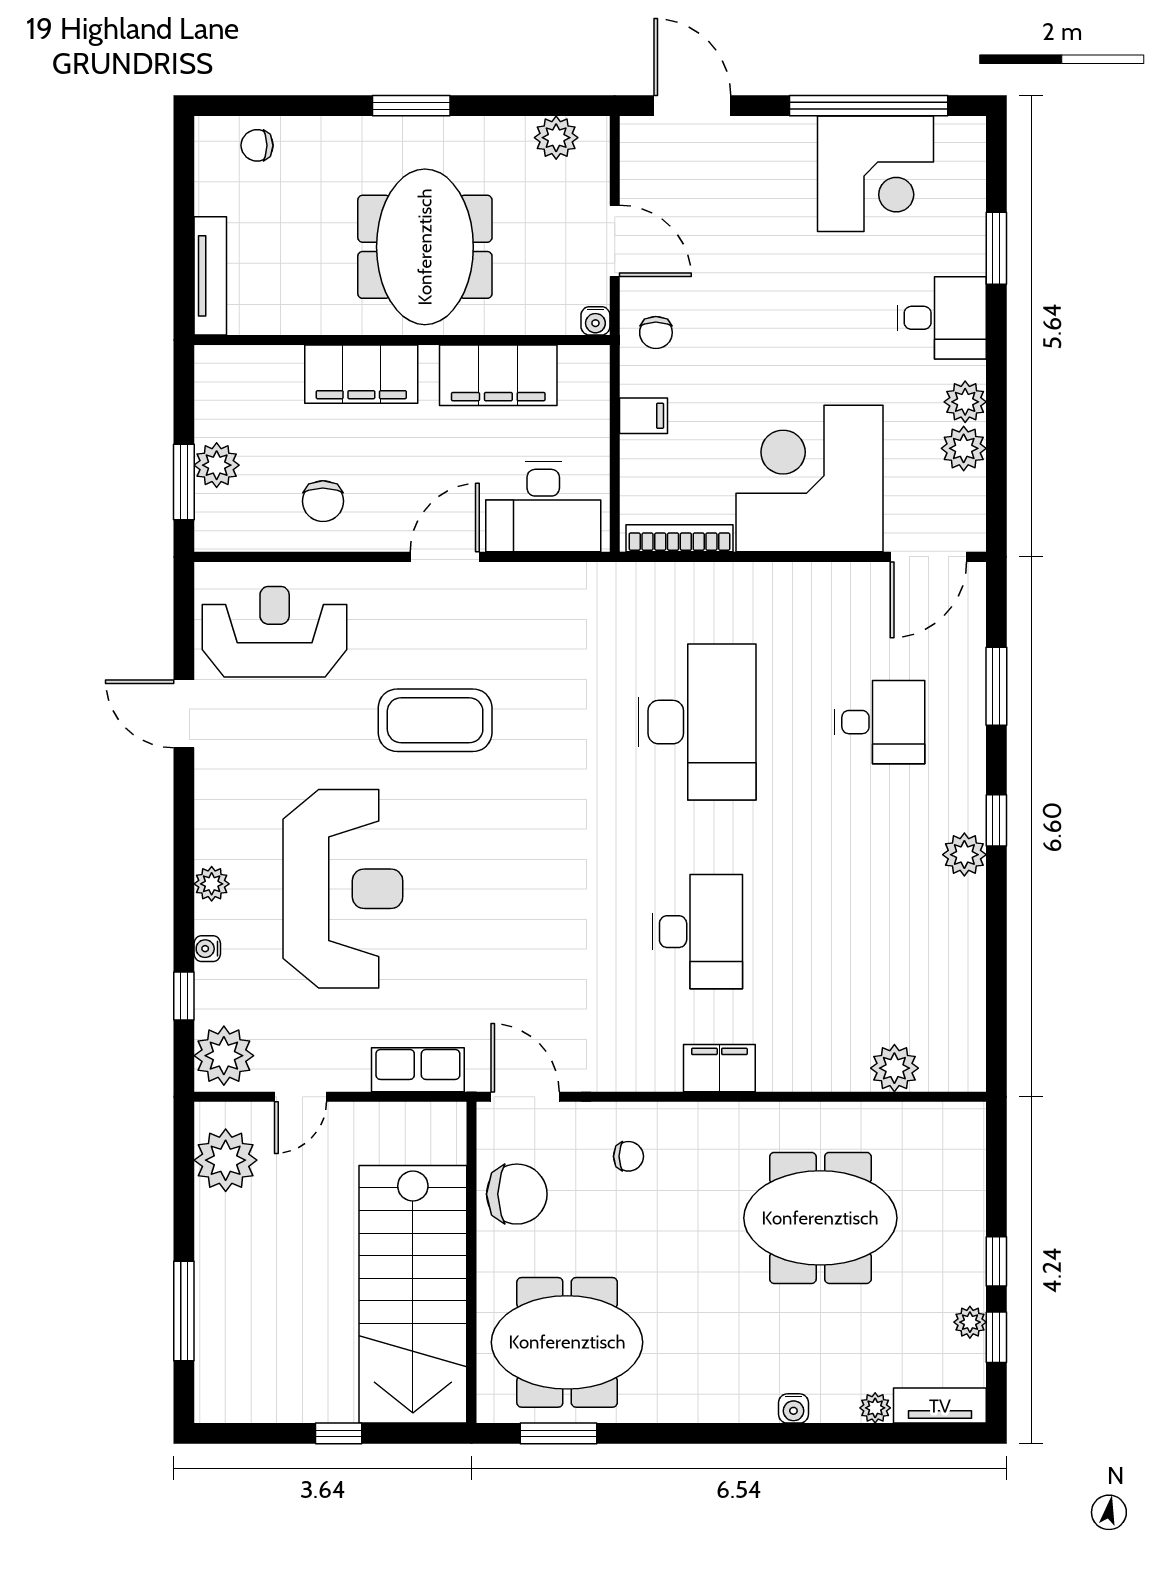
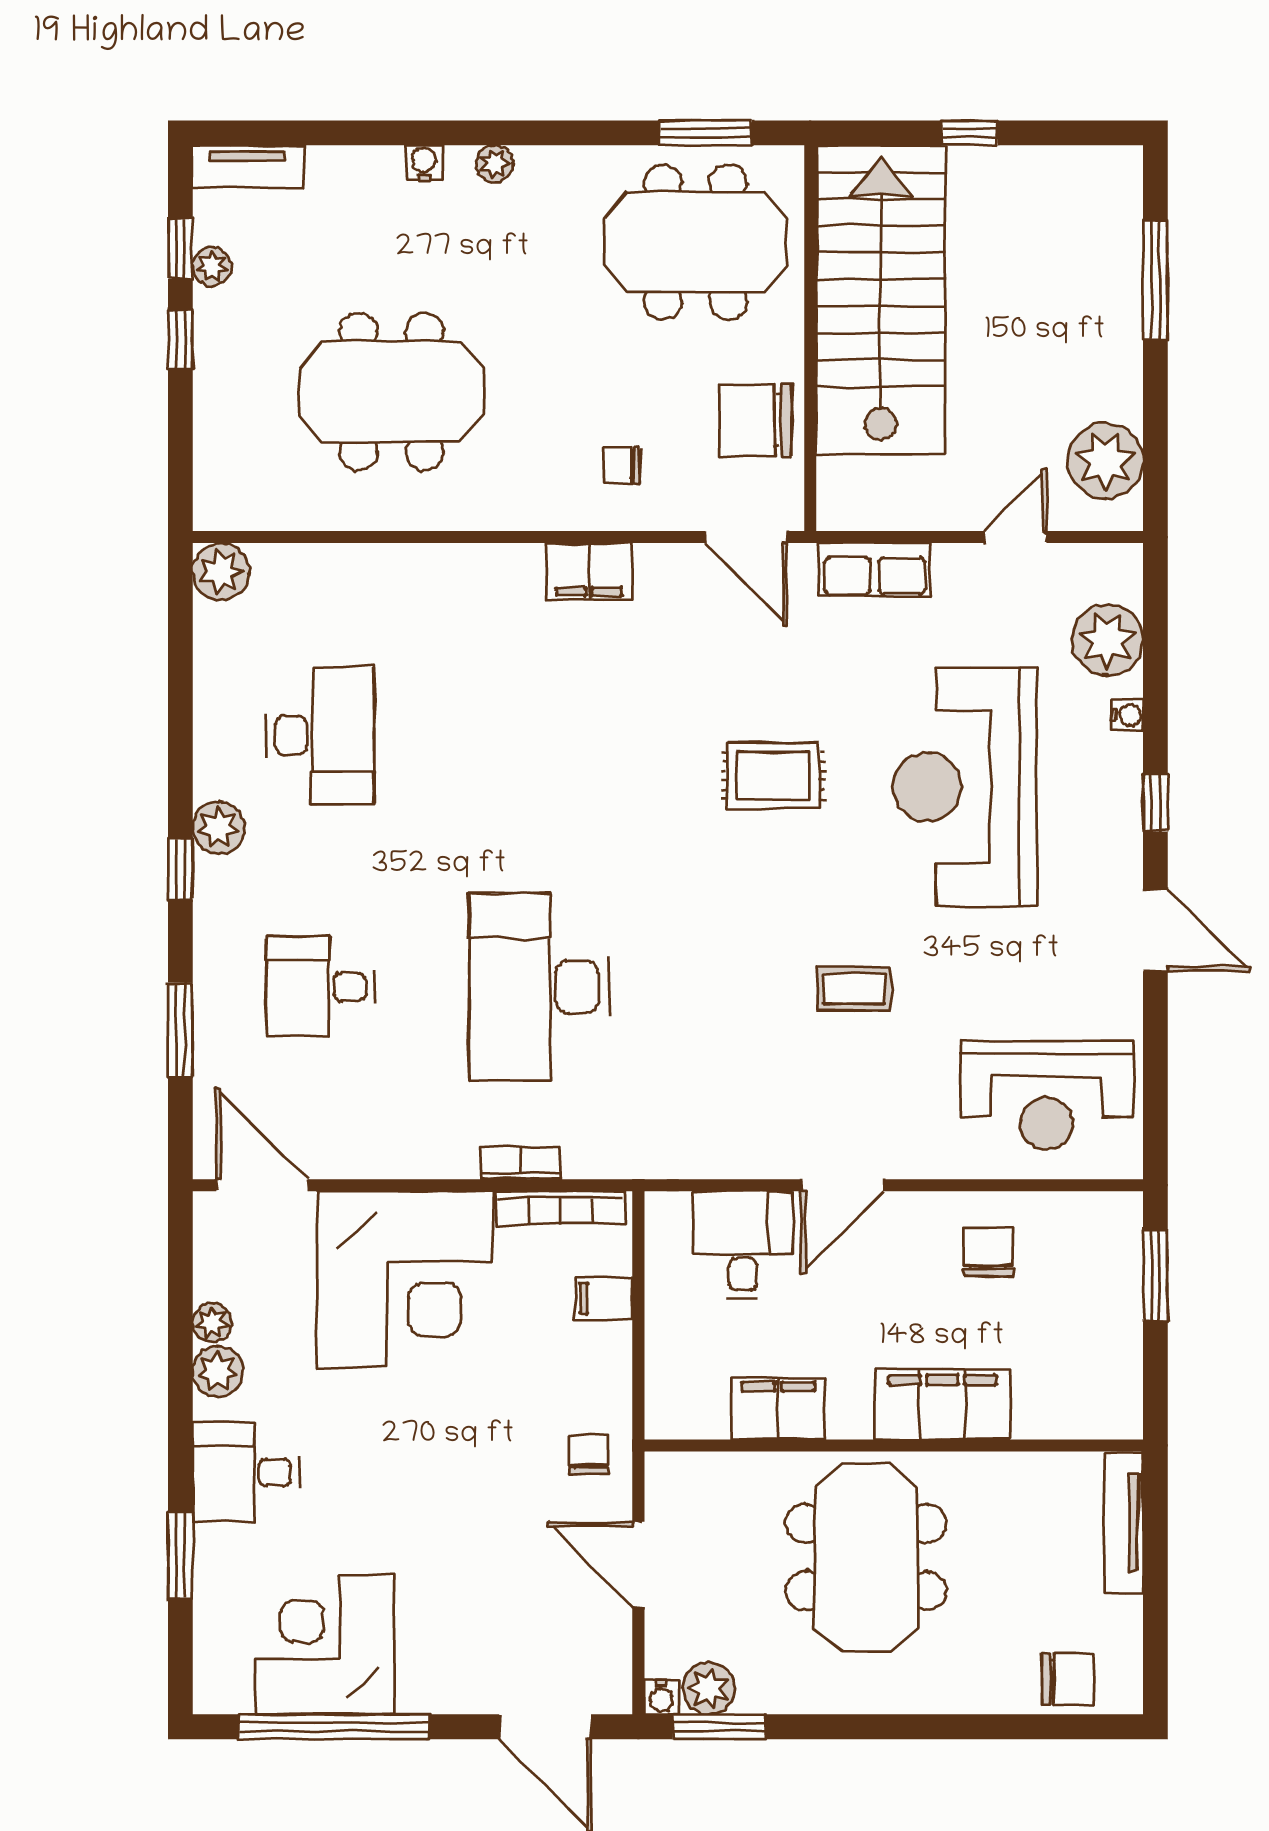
window: (411, 106) -> (719, 1727), moved
chair: (257, 145) -> (1068, 1679), width x1.37, depth x1.37
water cooler: (595, 321) -> (661, 1697), moved, turned 180
filing cabinet: (498, 375) -> (778, 1408), width x0.67, depth x0.86
filing cabinet: (643, 416) -> (604, 1298), moved
plant: (964, 448) -> (212, 1323), width x0.73, depth x0.73
plant: (217, 465) -> (1116, 1295), removed
desk: (543, 507) -> (743, 1245), width x0.73
door: (928, 557) -> (262, 1185), hinge flipped
bookcase: (713, 575) -> (521, 1163), added
door: (184, 714) -> (1155, 931), moved
coffee table: (435, 720) -> (854, 989), width x0.54, depth x0.58
plant: (212, 884) -> (1122, 793), removed
rug: (502, 898) -> (773, 775), added
desk: (697, 932) -> (320, 735), moved, turned 180
window: (184, 996) -> (1155, 803), moved
plant: (224, 1056) -> (1107, 640), moved
filing cabinet: (719, 1068) -> (589, 572), moved
plant: (894, 1068) -> (221, 571), moved
plant: (875, 1408) -> (494, 164), moved

